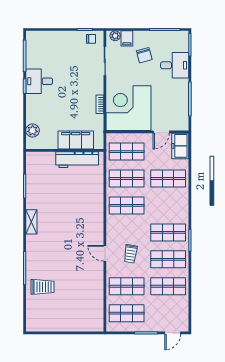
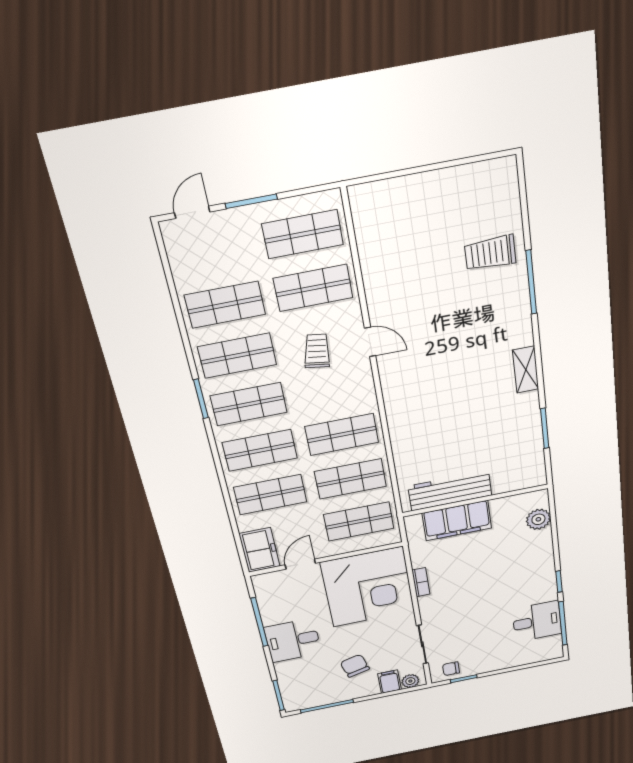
desk: (175, 65) -> (293, 640), moved
desk: (39, 81) -> (537, 621), moved
shop shelf: (168, 205) -> (260, 450), added

